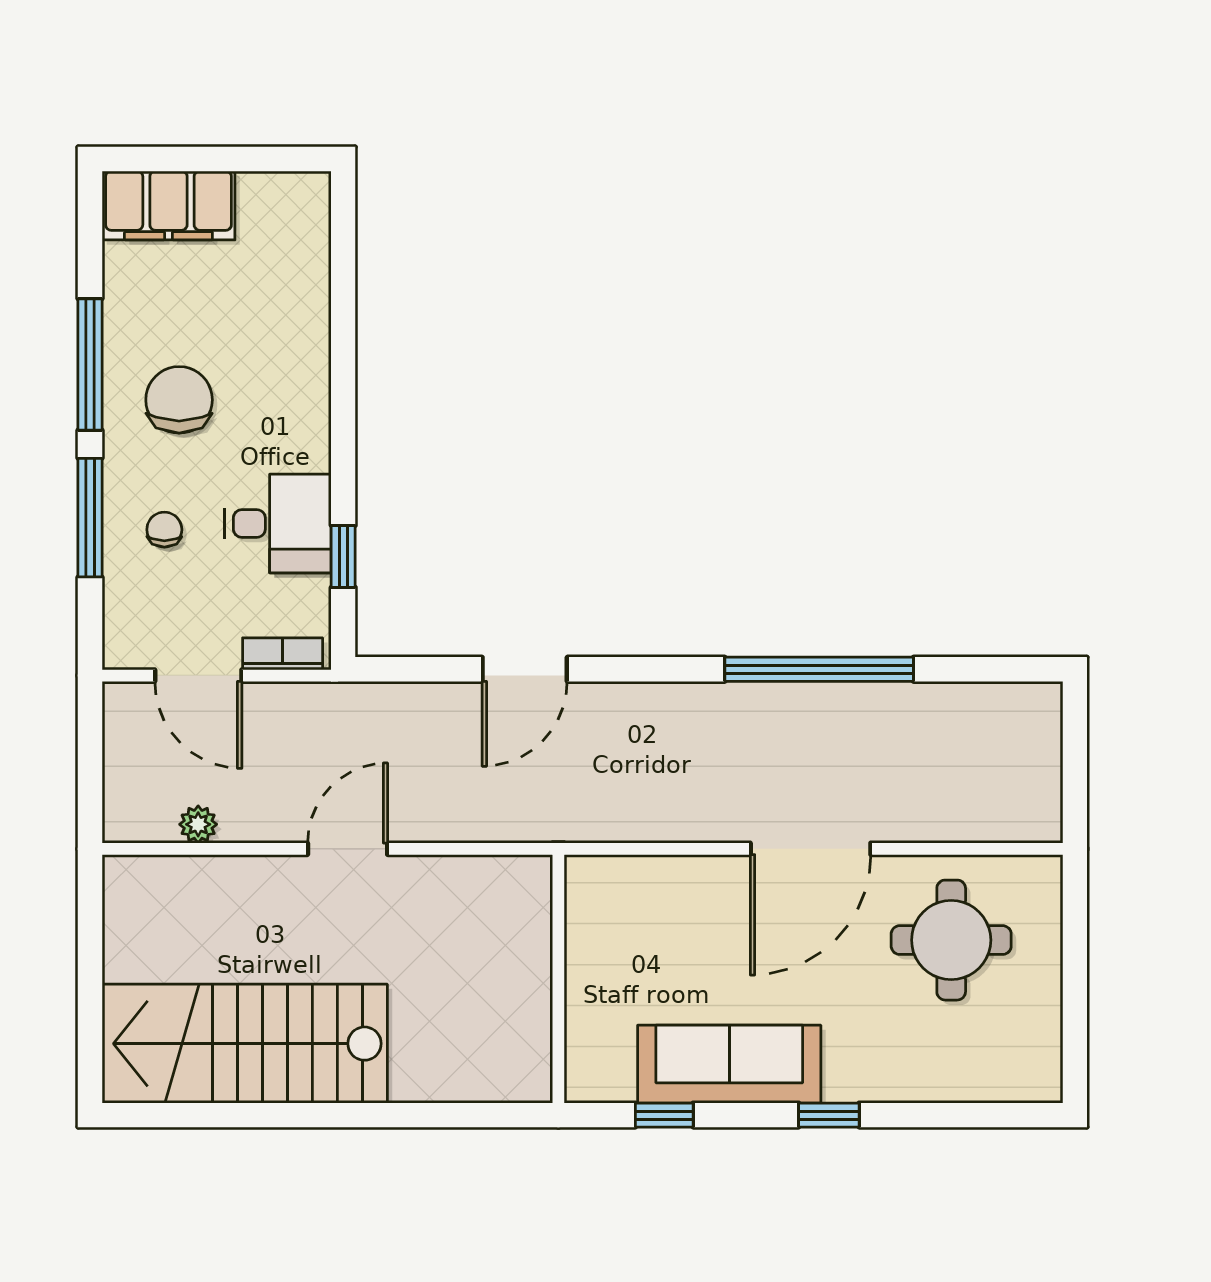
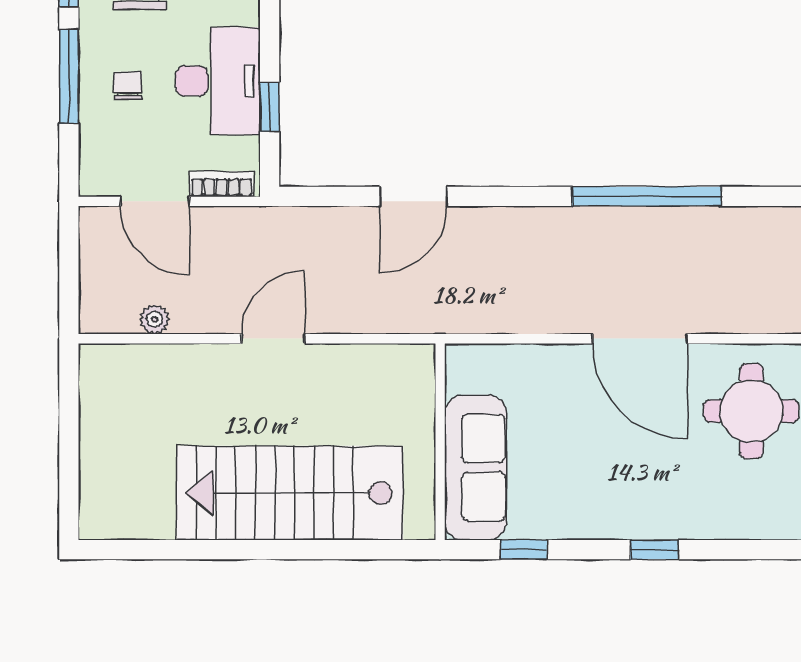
desk: (278, 523) -> (218, 81), width x1.37
door: (811, 849) -> (640, 339), hinge flipped
stairs: (245, 1044) -> (290, 493), moved
sofa: (729, 1064) -> (476, 468), moved, turned 90

